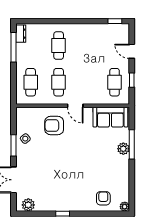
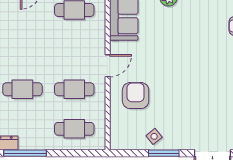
armchair: (54, 126) -> (136, 96), turned 180

